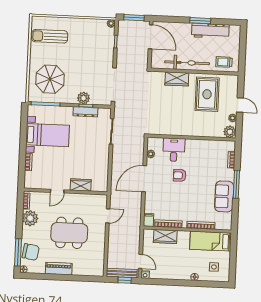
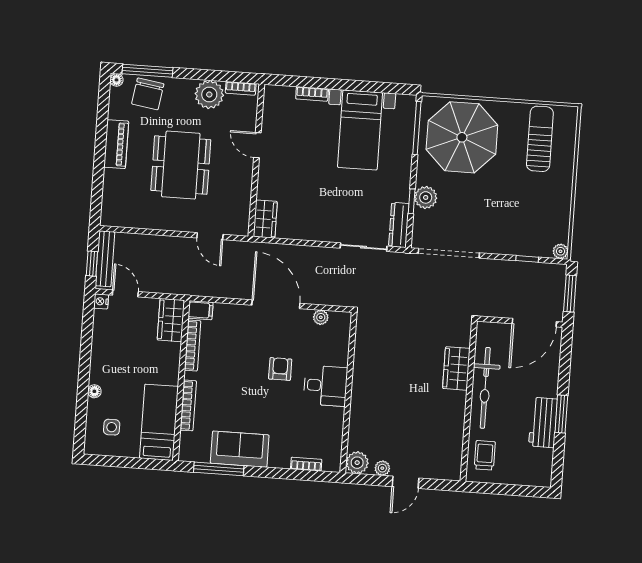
workbench: (210, 31) -> (543, 422), width x0.73
parasol: (50, 79) -> (462, 137), width x1.36, depth x1.36
rug: (207, 94) -> (427, 423), removed
dresser: (85, 112) -> (399, 225), moved
desk: (174, 150) -> (325, 386), moved
window: (236, 184) -> (219, 469), moved
wardrobe: (81, 185) -> (265, 219), moved
wardrobe: (165, 237) -> (171, 320), moved
door: (140, 261) -> (125, 293), swing flipped

